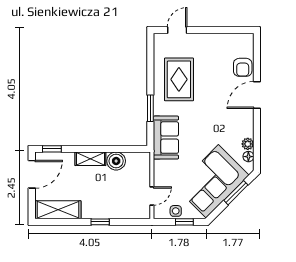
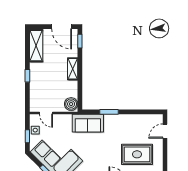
door: (177, 30) -> (165, 131), swing flipped
rug: (179, 79) -> (137, 154), moved
boiler: (116, 161) -> (71, 104), moved

